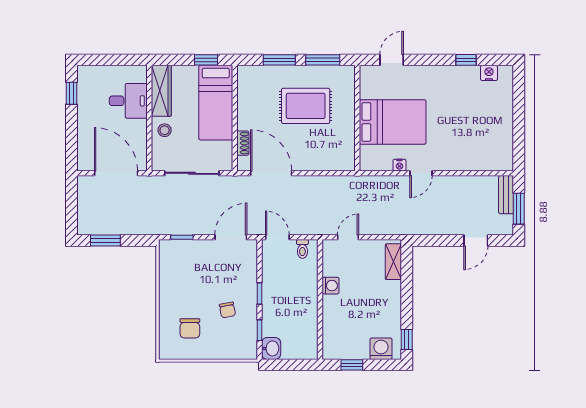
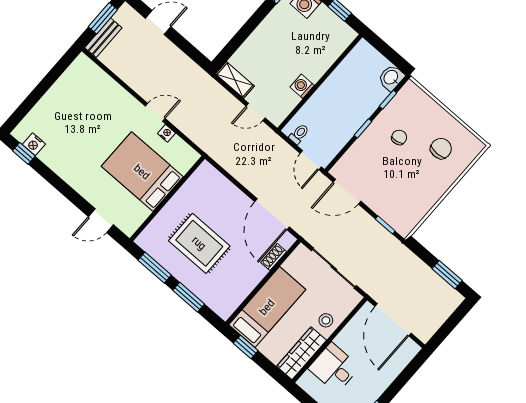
window: (466, 60) -> (24, 153), moved
shelving: (393, 262) -> (235, 80), moved, turned 90

